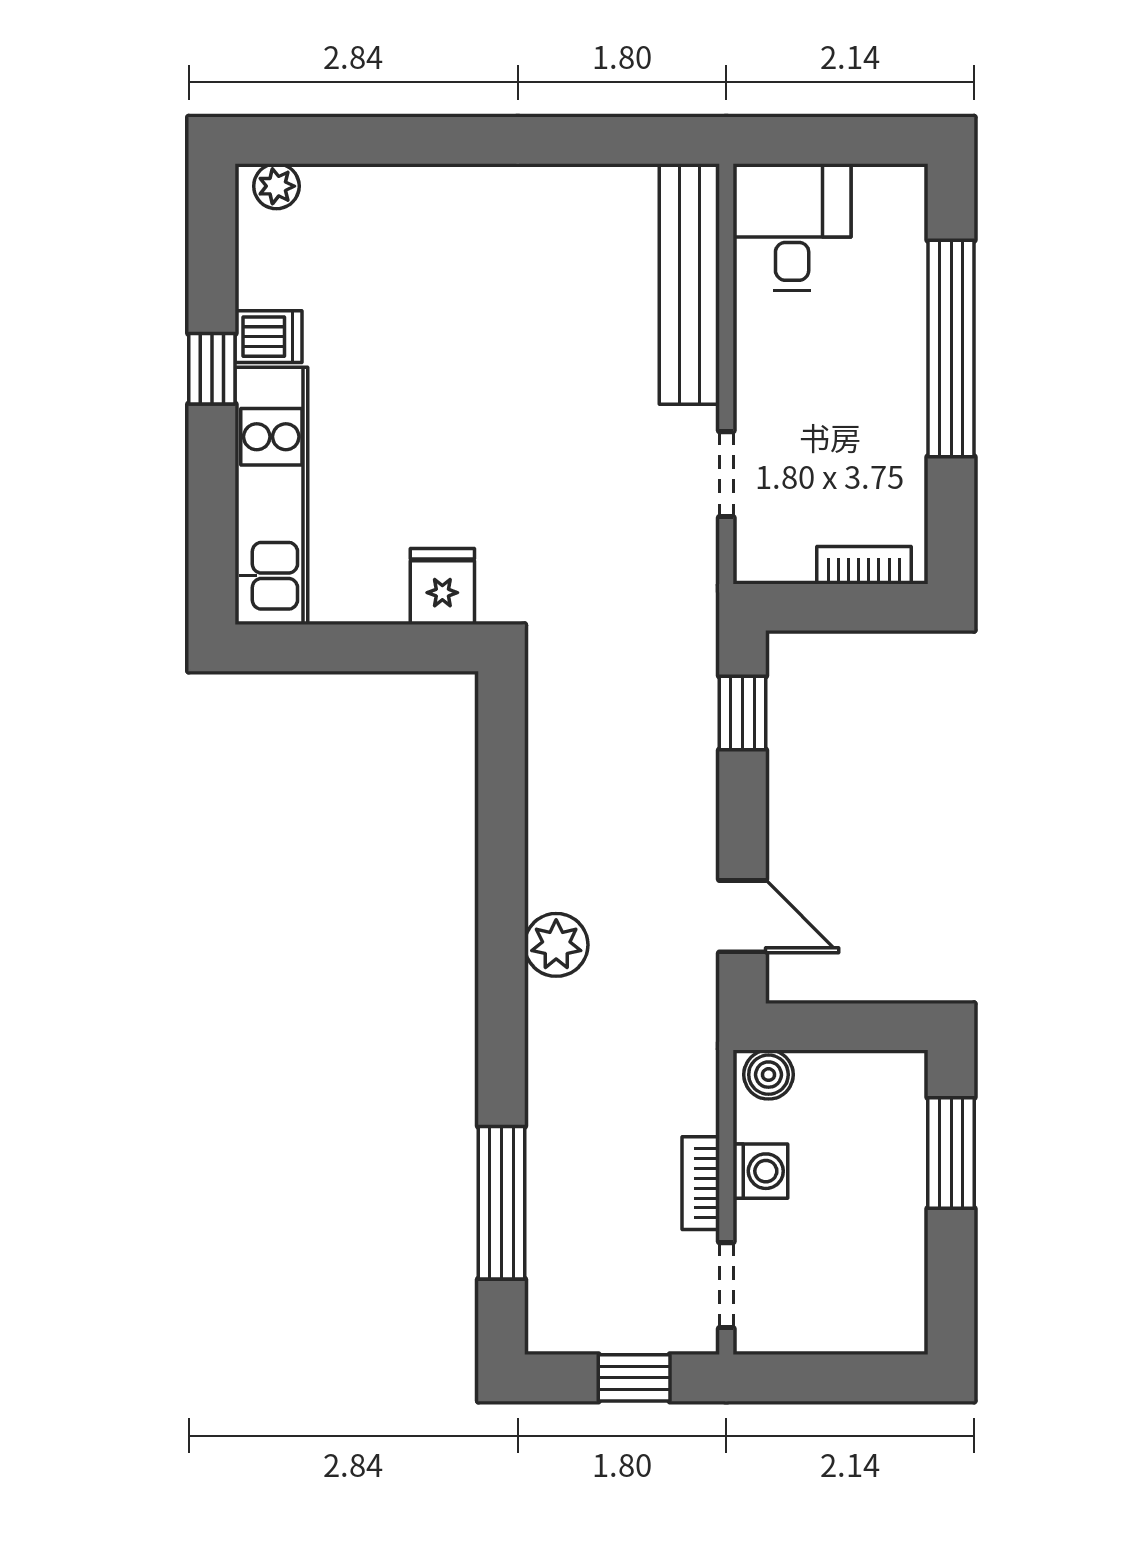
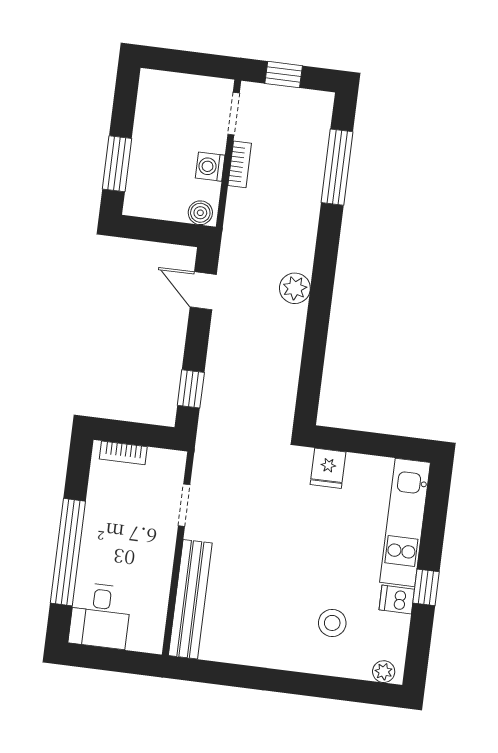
desk: (792, 227) -> (100, 616), moved
stool: (394, 272) -> (332, 623), added

